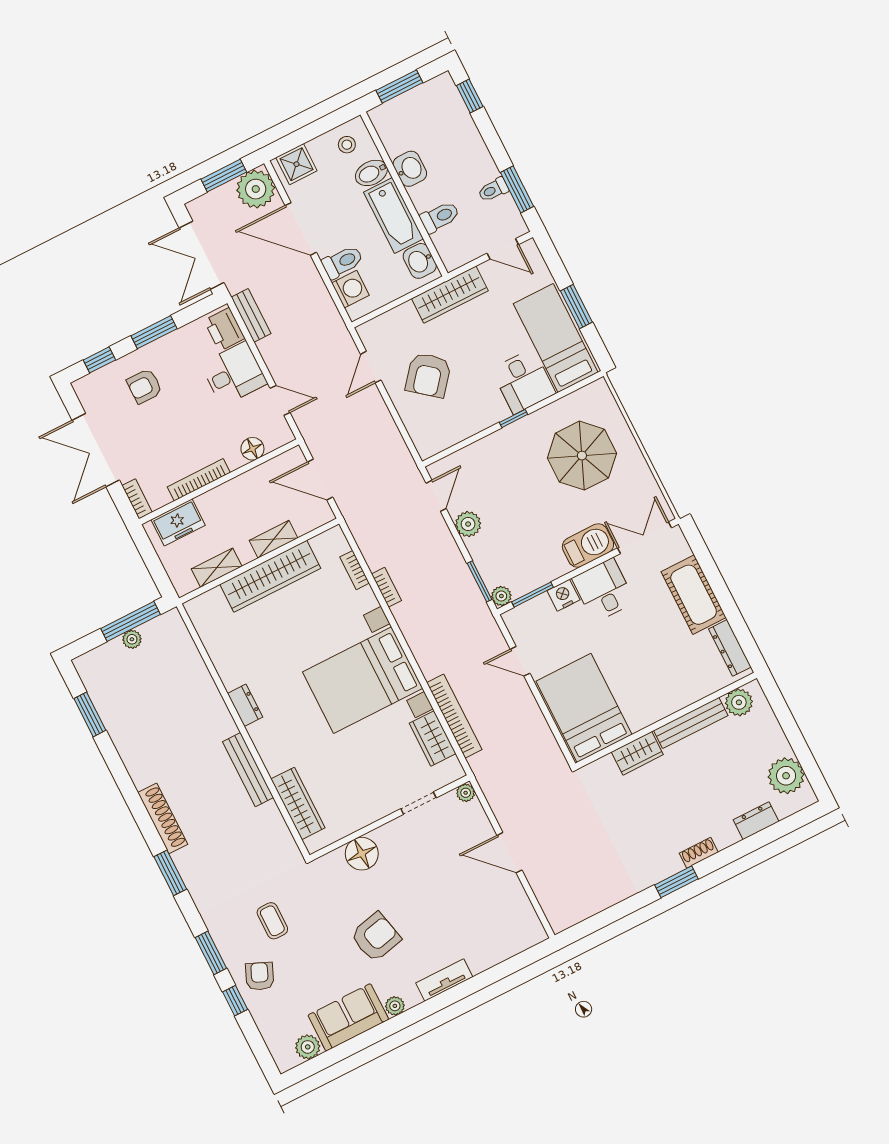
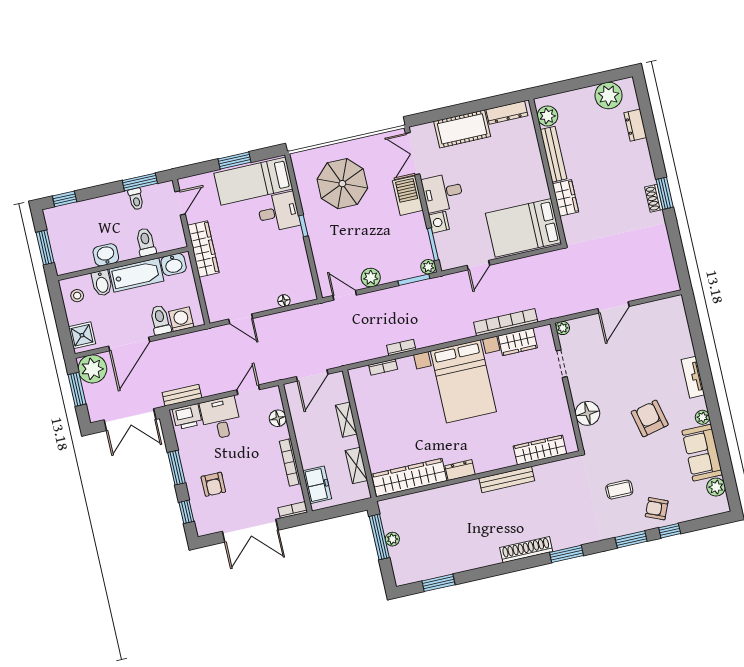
armchair: (428, 375) -> (257, 279), removed
floor lamp: (409, 418) -> (284, 301), added
wardrobe: (270, 576) -> (409, 477), moved, turned -90
shoe rack: (699, 853) -> (654, 198), moved

